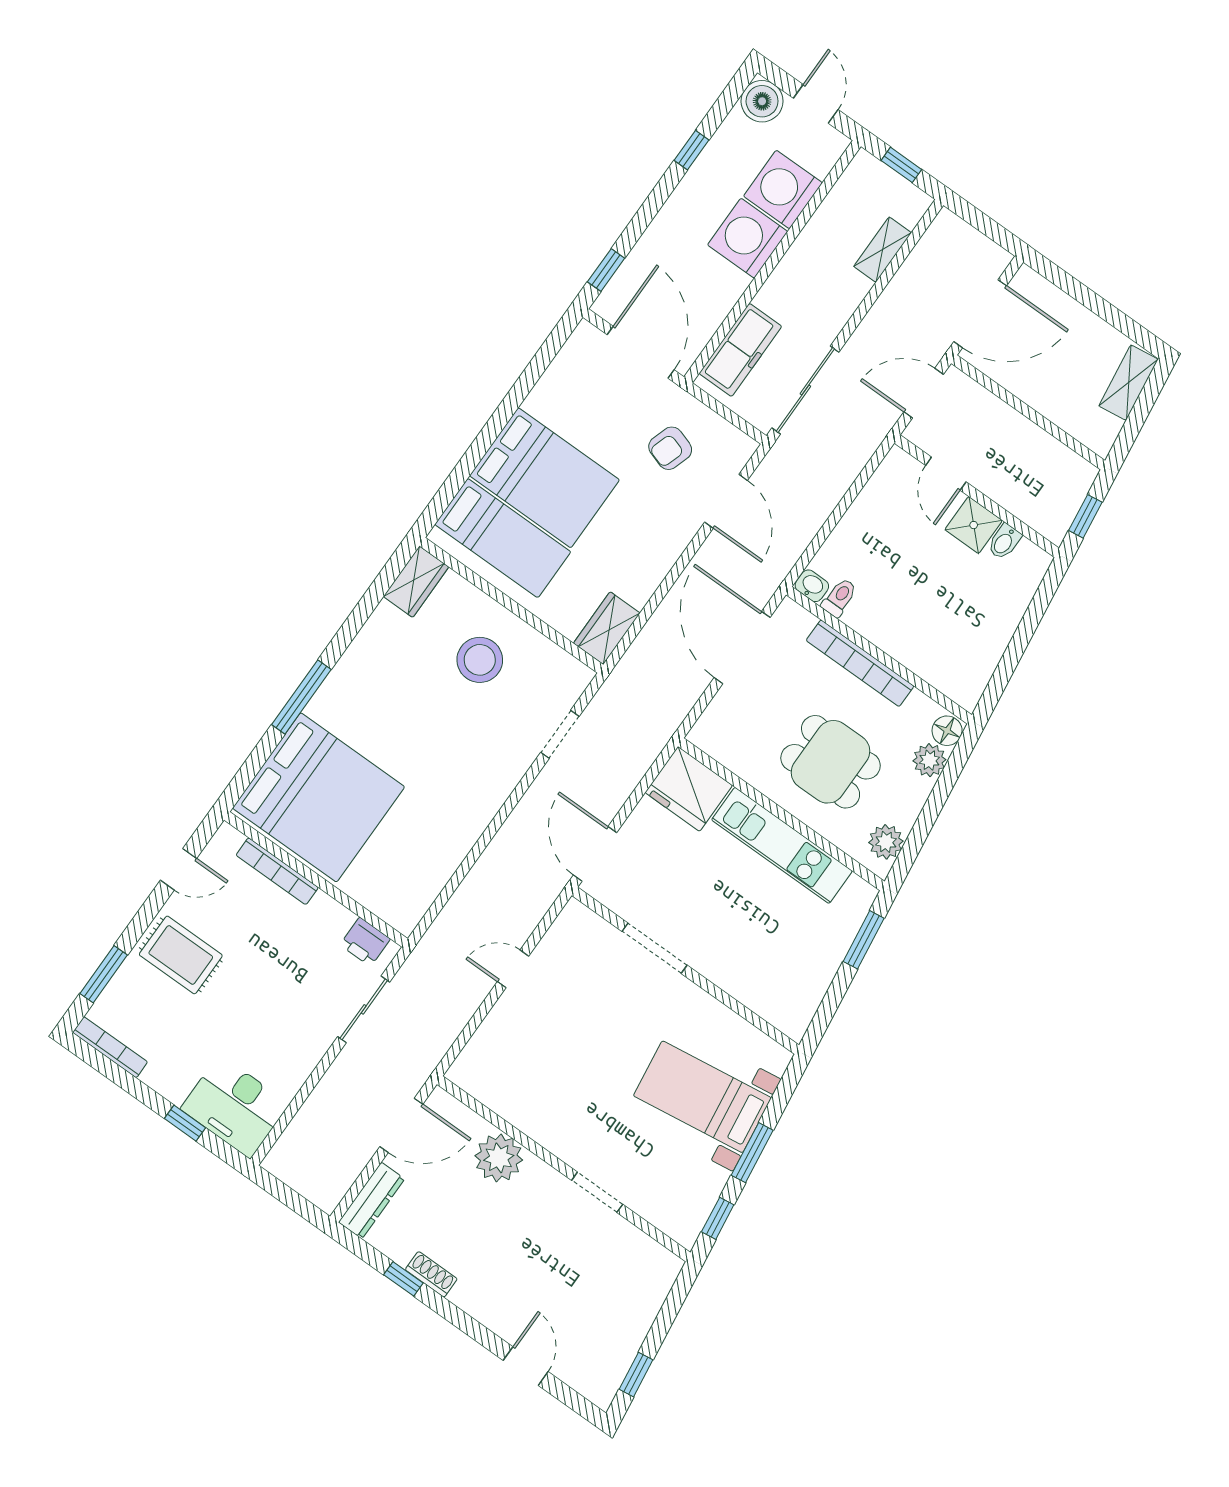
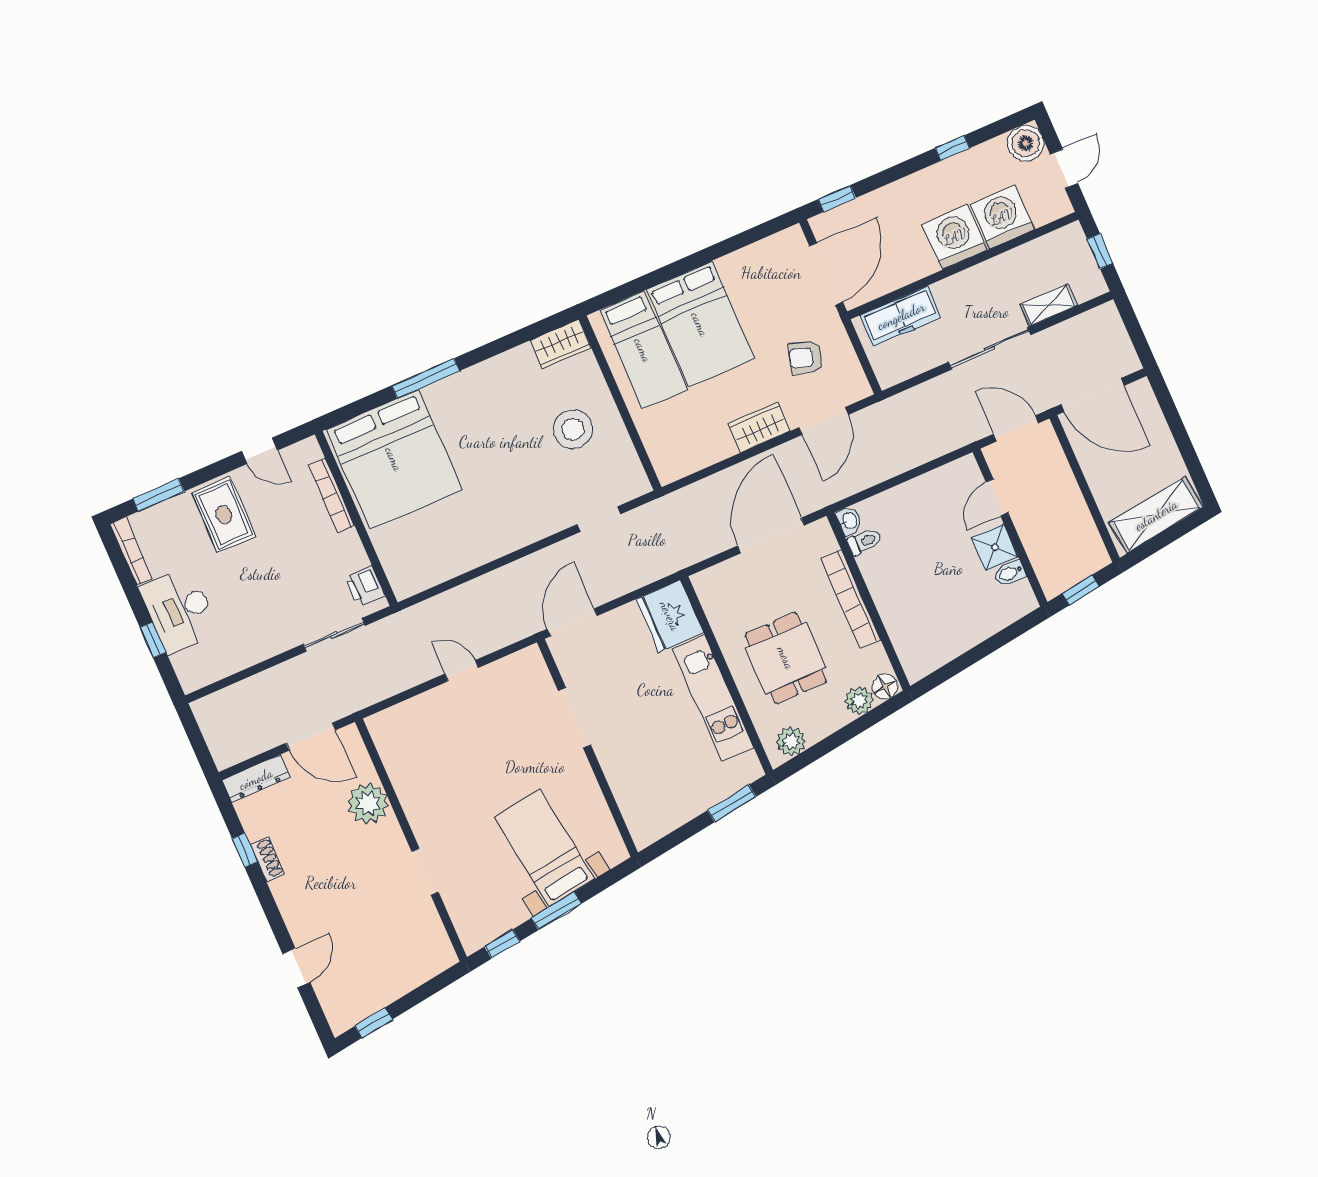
shelving: (1129, 383) -> (1156, 515), width x1.50, depth x1.33
sliding door: (805, 390) -> (990, 349), moved
wardrobe: (607, 628) -> (759, 427), moved
desk: (235, 1106) -> (180, 610), moved

